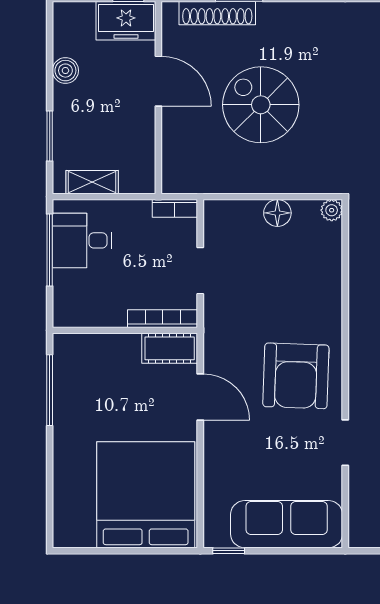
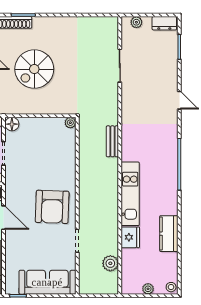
spiral stairs: (261, 105) -> (34, 69), turned -90
floor lamp: (277, 213) -> (12, 124), moved

